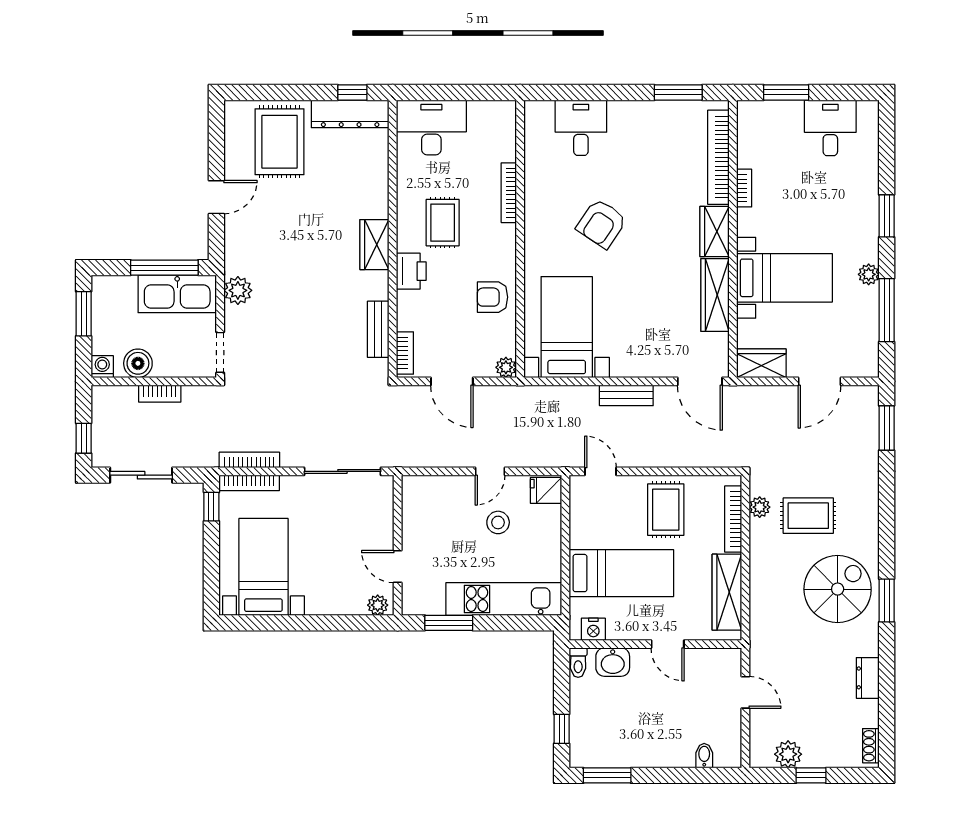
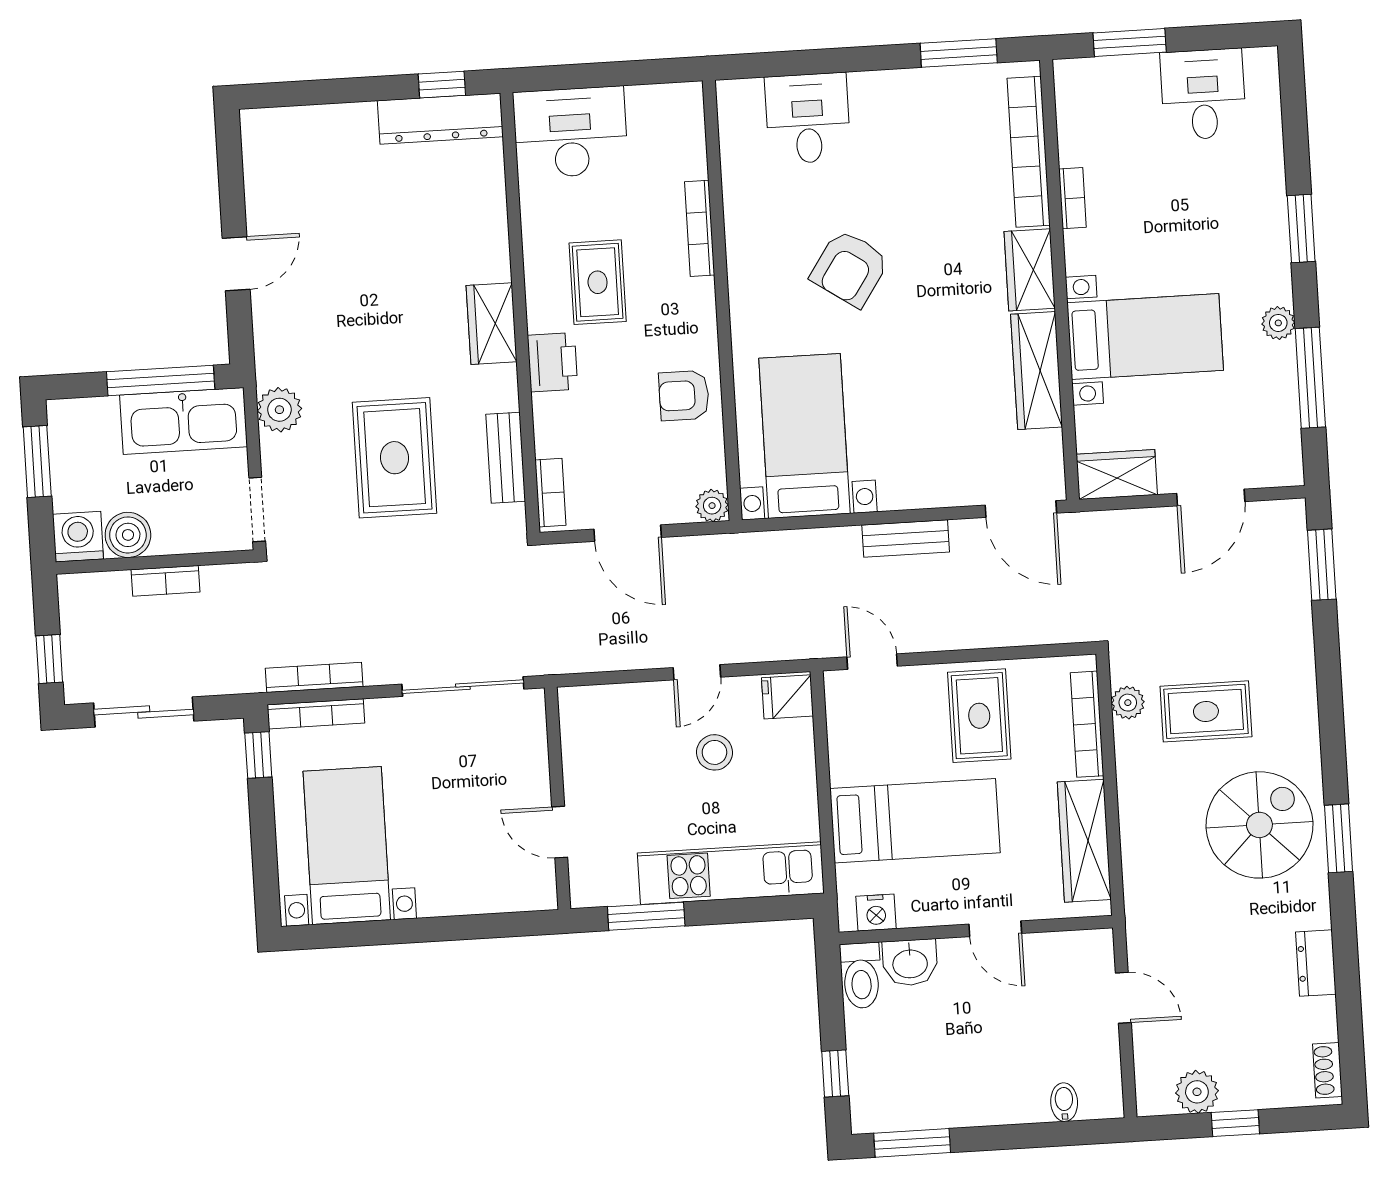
rug: (279, 142) -> (395, 458), moved
washing machine: (102, 367) -> (78, 537), width x1.38, depth x1.38
plant: (378, 605) -> (532, 895), removed
toilet: (578, 663) -> (861, 976), width x1.37, depth x1.39

